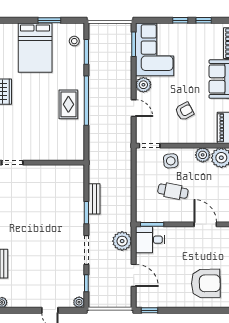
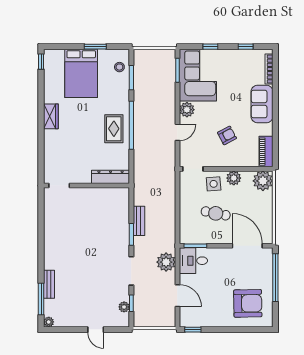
window: (180, 20) -> (210, 47), moved
door: (134, 108) -> (177, 132), hinge flipped
dresser: (65, 154) -> (111, 177), added
plant: (203, 155) -> (234, 178), moved
door: (205, 224) -> (247, 246), width x1.36
plant: (79, 302) -> (124, 307), moved

